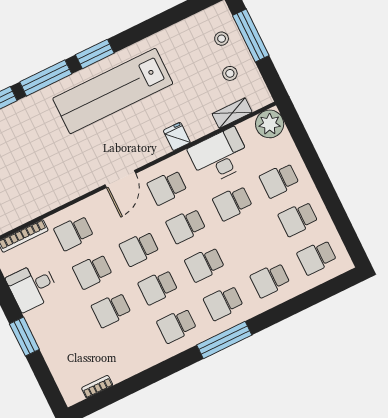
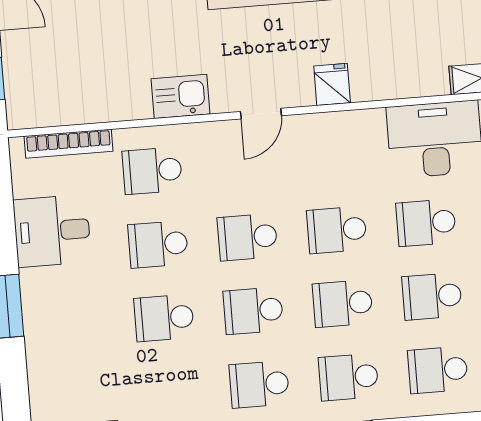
fridge: (177, 136) -> (332, 84), moved
door: (120, 179) -> (261, 114), width x0.73
kitchen sink: (73, 187) -> (181, 96), added
school desk: (167, 187) -> (432, 296), moved

